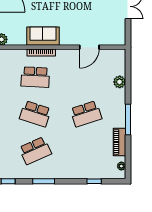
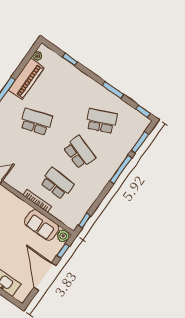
sofa: (43, 36) -> (42, 225), moved
piano: (120, 142) -> (26, 79), width x1.37, depth x1.33

